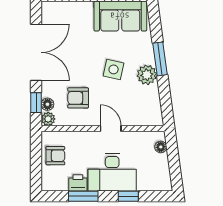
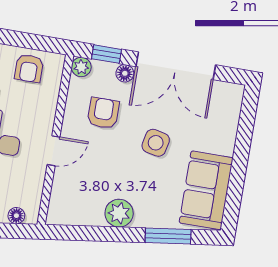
window: (160, 59) -> (168, 236), moved
side table: (114, 69) -> (156, 143), moved
floor lamp: (47, 104) -> (125, 73), moved

